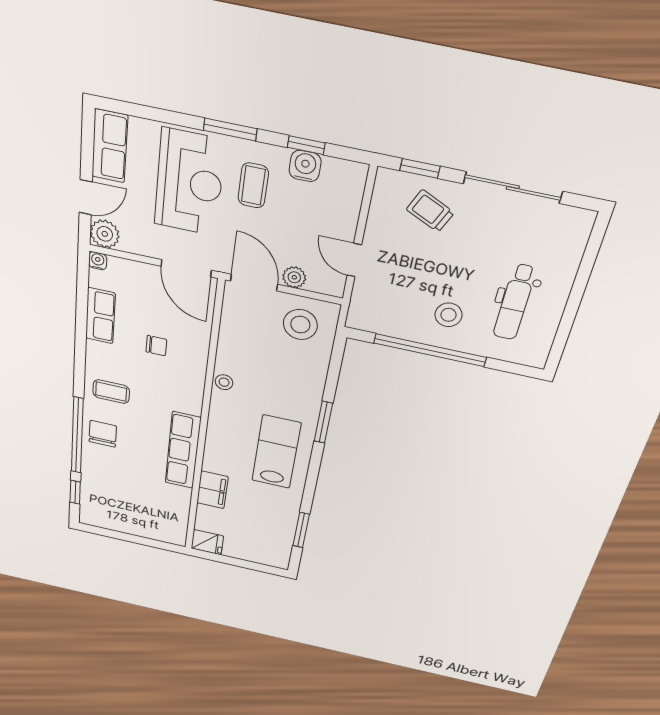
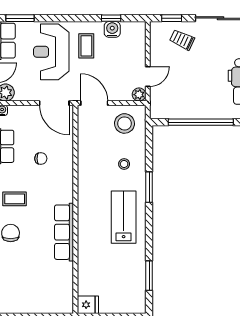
window: (230, 130) -> (20, 18), moved
reception desk: (189, 183) -> (51, 52), turned 180
door: (354, 260) -> (148, 77), swing flipped
plant: (294, 277) -> (139, 95), moved
stool: (448, 315) -> (206, 97), removed
stool: (224, 382) -> (124, 164), moved
filing cabinet: (212, 490) -> (86, 259), removed

